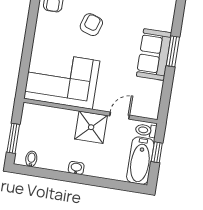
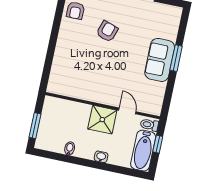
corner sofa: (62, 80) -> (79, 77), removed
door: (120, 116) -> (127, 111), hinge flipped
bidet: (31, 159) -> (70, 148), moved
washbasin: (76, 168) -> (101, 157), moved

